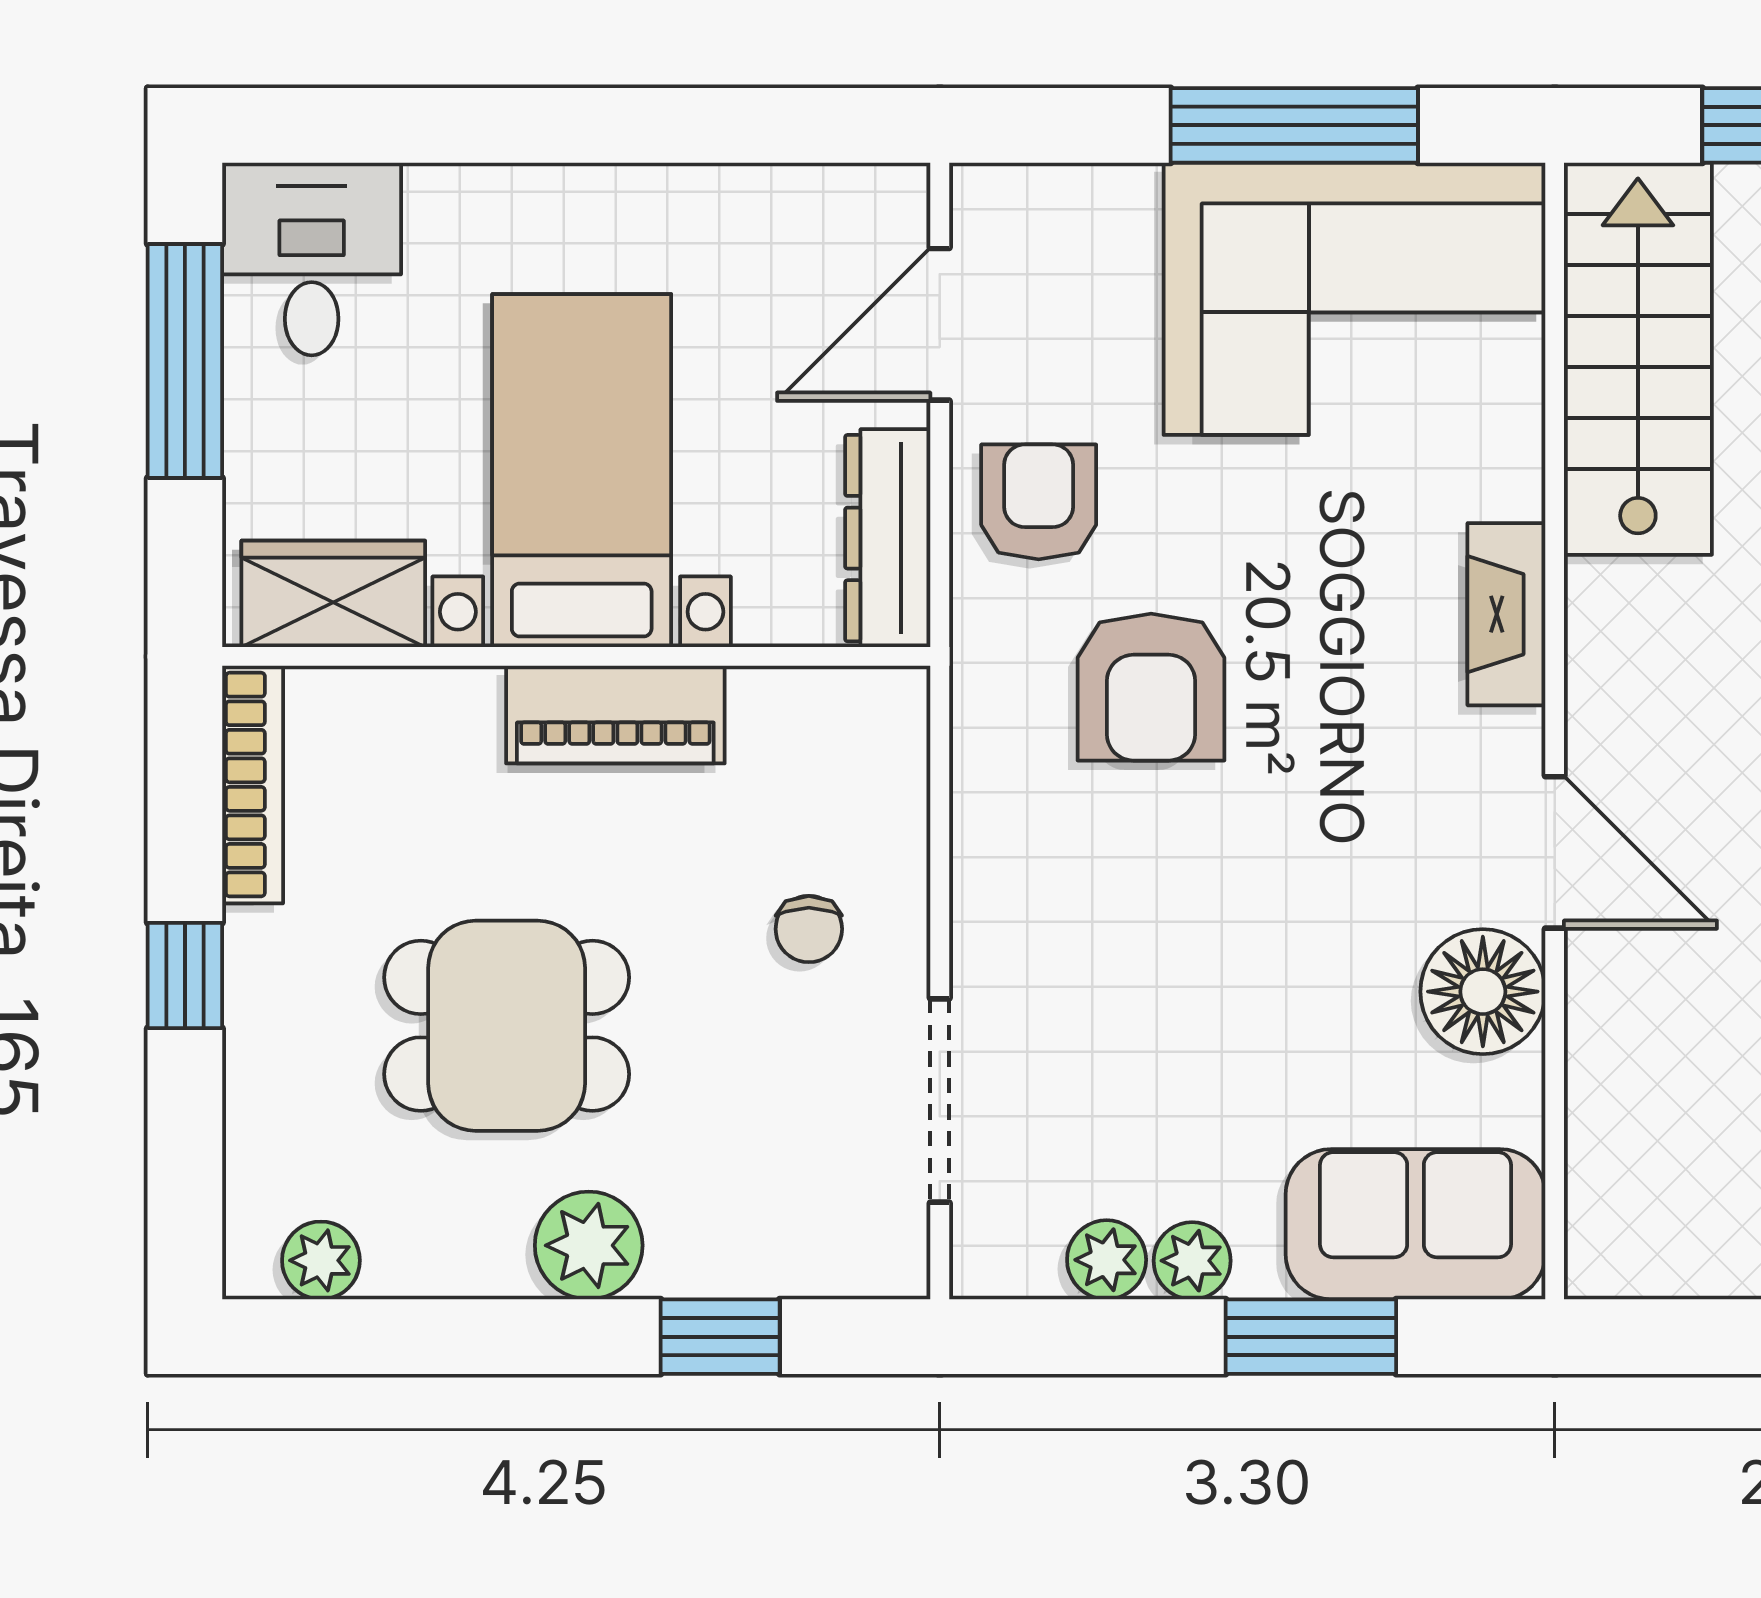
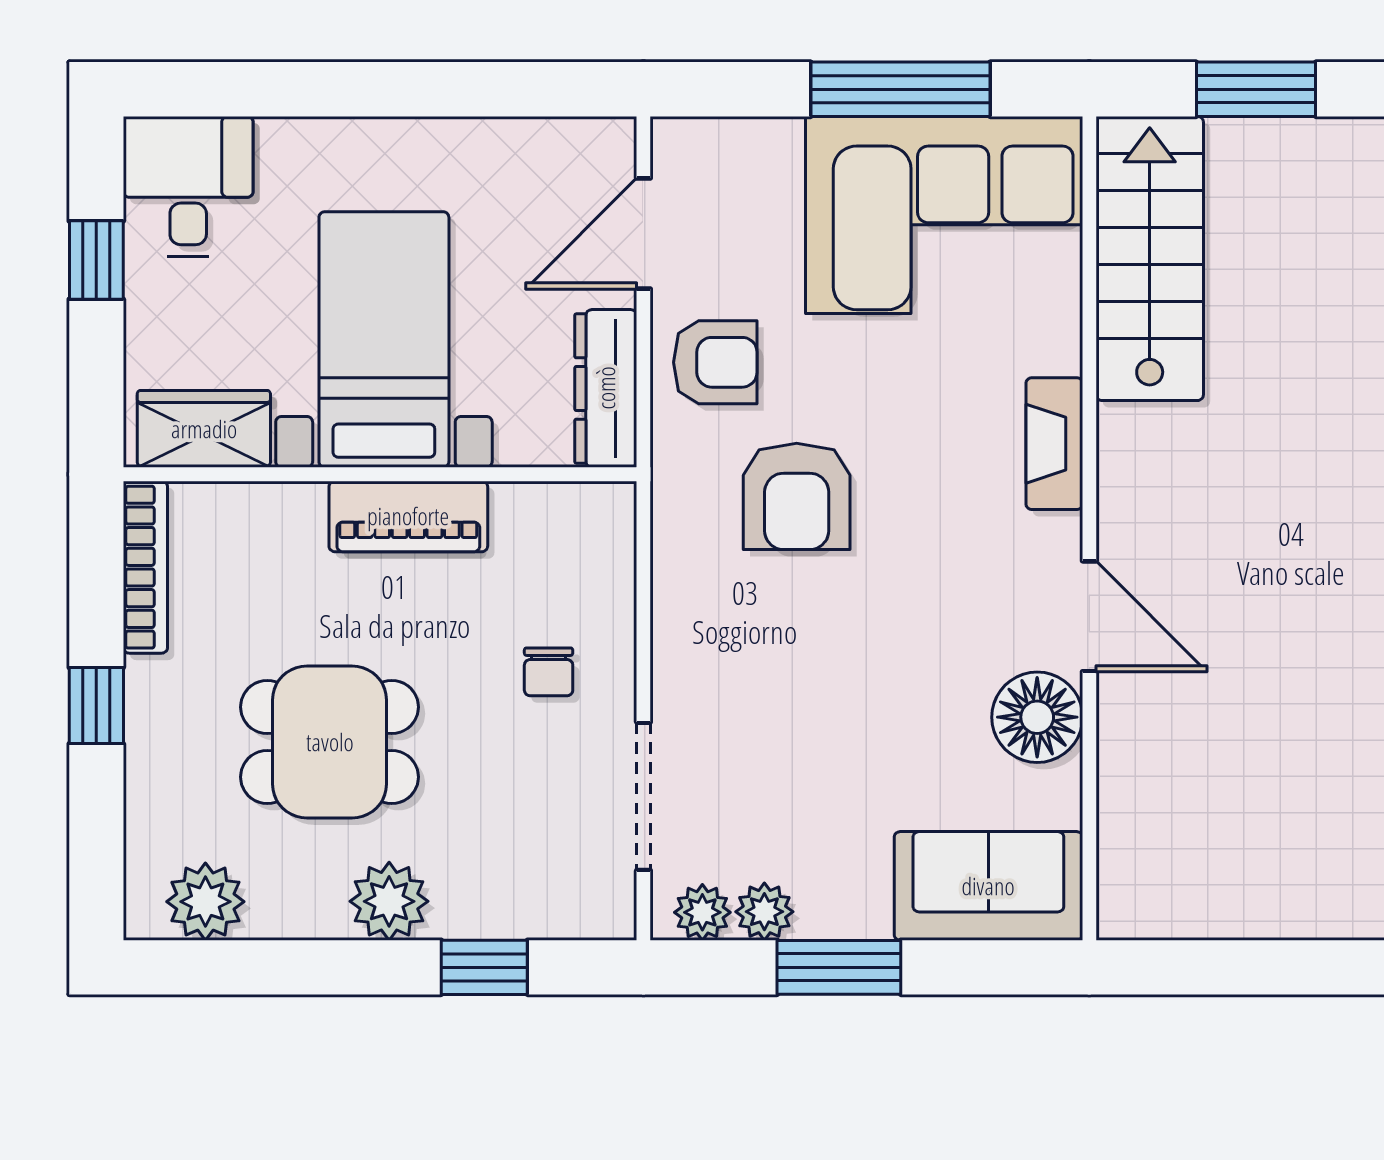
window: (185, 361) -> (96, 260), width x0.46
armchair: (1039, 502) -> (715, 362), turned 90
plant: (321, 1260) -> (205, 902), width x1.38, depth x1.38
plant: (1192, 1261) -> (702, 912), moved
window: (1311, 1337) -> (839, 967), moved

